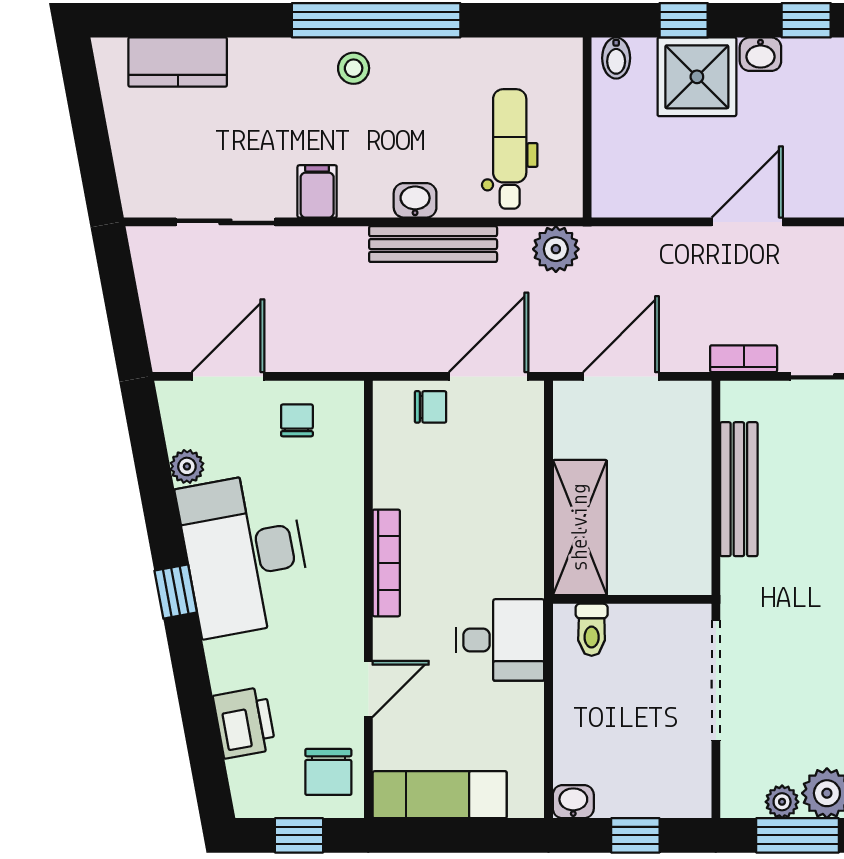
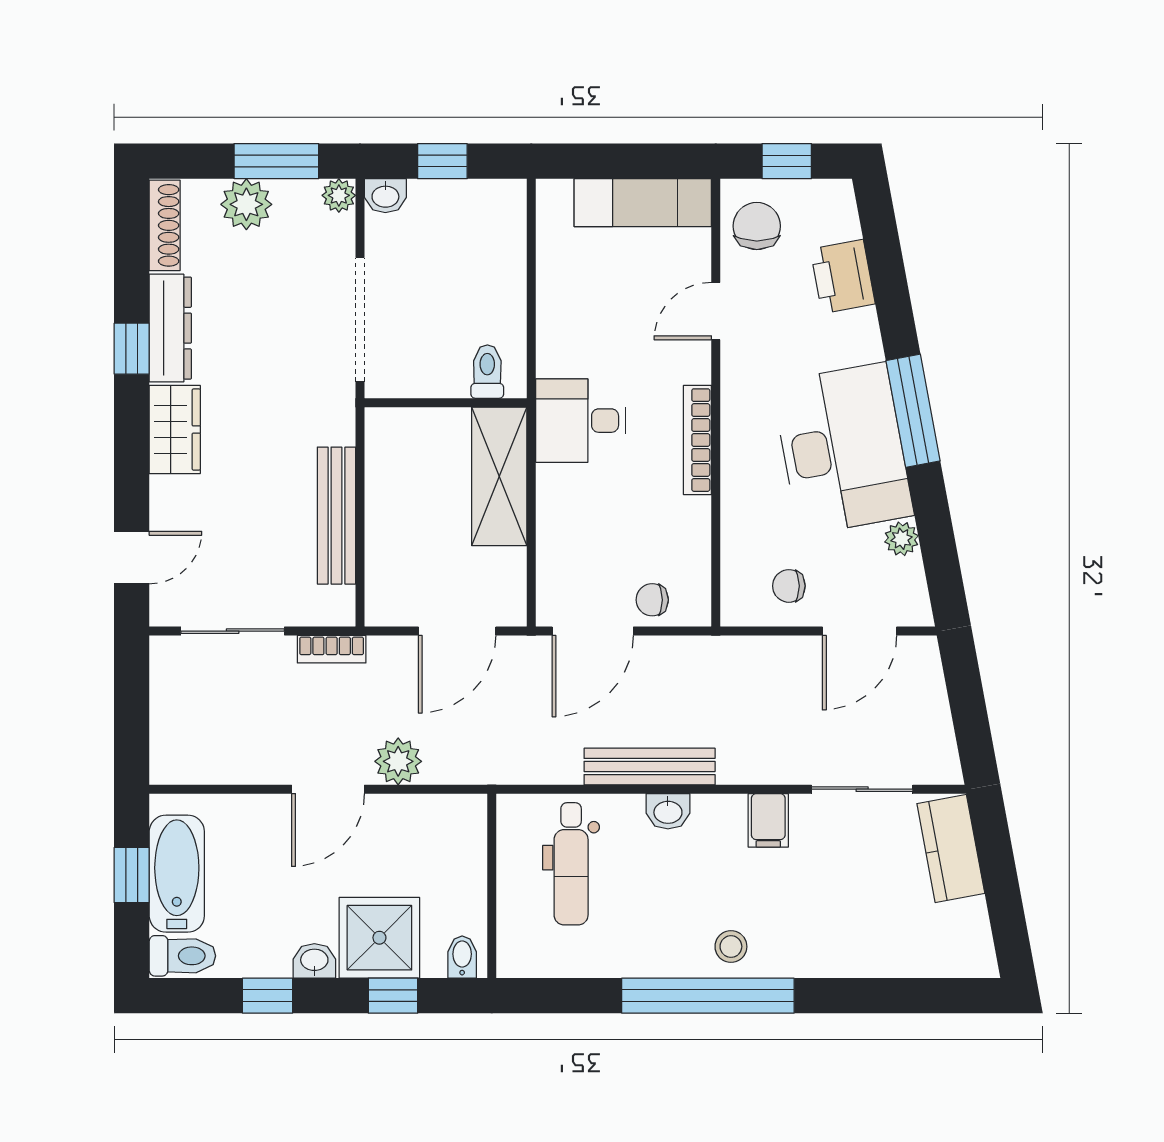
kitchen counter: (178, 62) -> (951, 848), moved, turned -101
plant: (556, 249) -> (398, 761), moved
chair: (297, 420) -> (789, 586), turned 90
window: (176, 592) -> (913, 411), width x2.17
desk: (500, 640) -> (581, 421), moved
washbasin: (573, 802) -> (385, 196), moved
plant: (782, 802) -> (339, 195), moved

